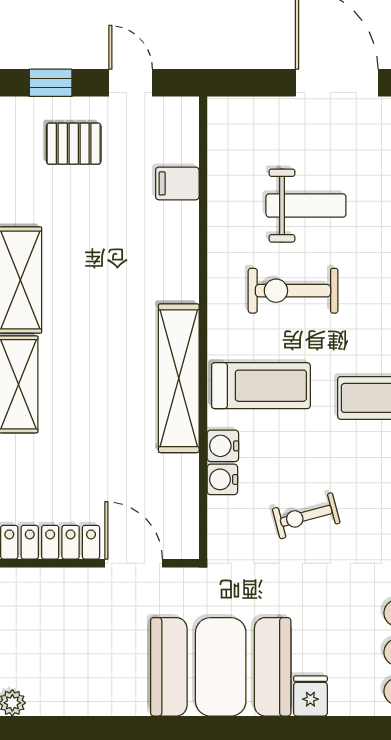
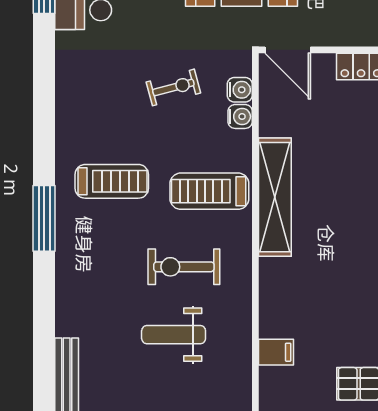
exercise bike: (293, 291) -> (184, 267), turned 180
water cooler: (223, 446) -> (240, 90), moved
door: (134, 563) -> (288, 50), moved

